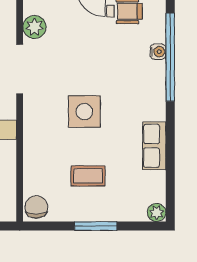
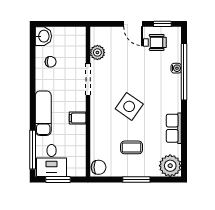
side table: (84, 112) -> (129, 106), turned 35
chair: (36, 207) -> (99, 167), turned 90
plant: (157, 213) -> (170, 166), width x1.88, depth x1.88

